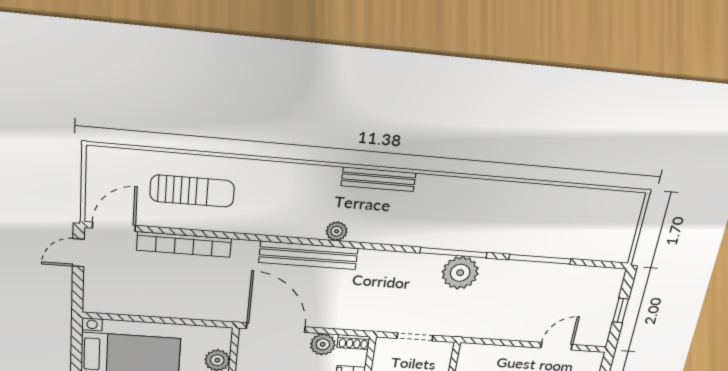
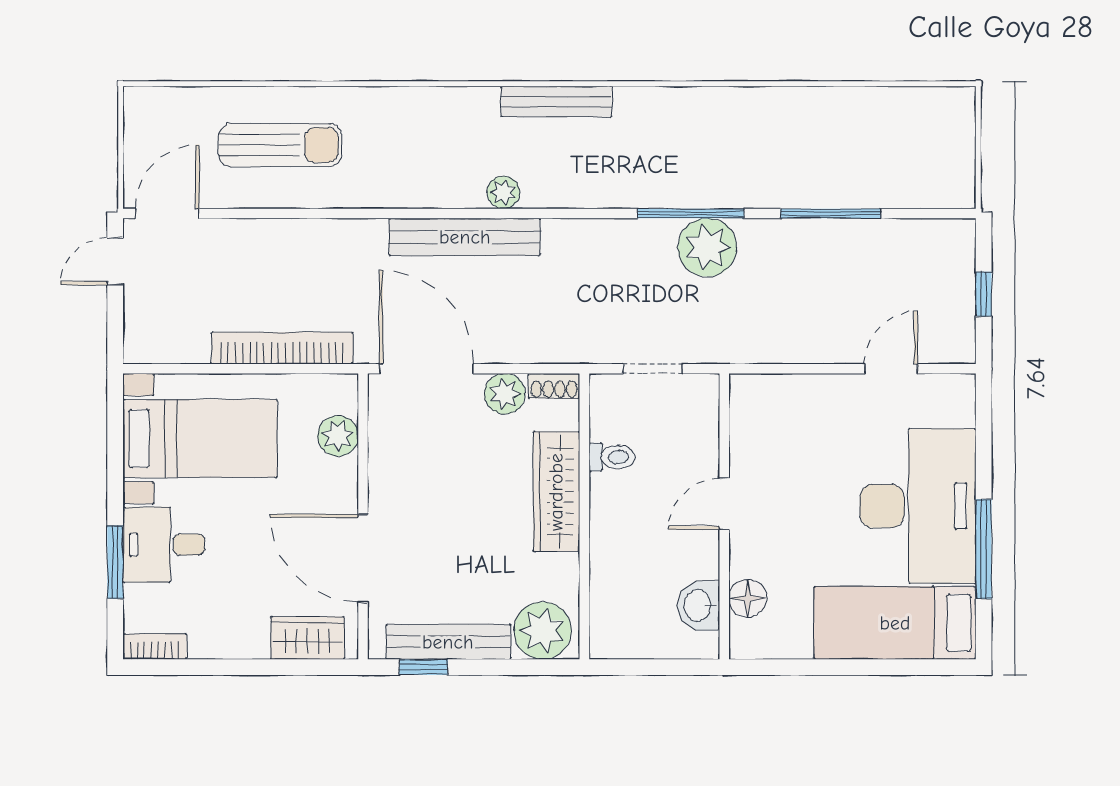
bookcase: (184, 244) -> (282, 348), moved, turned 180

